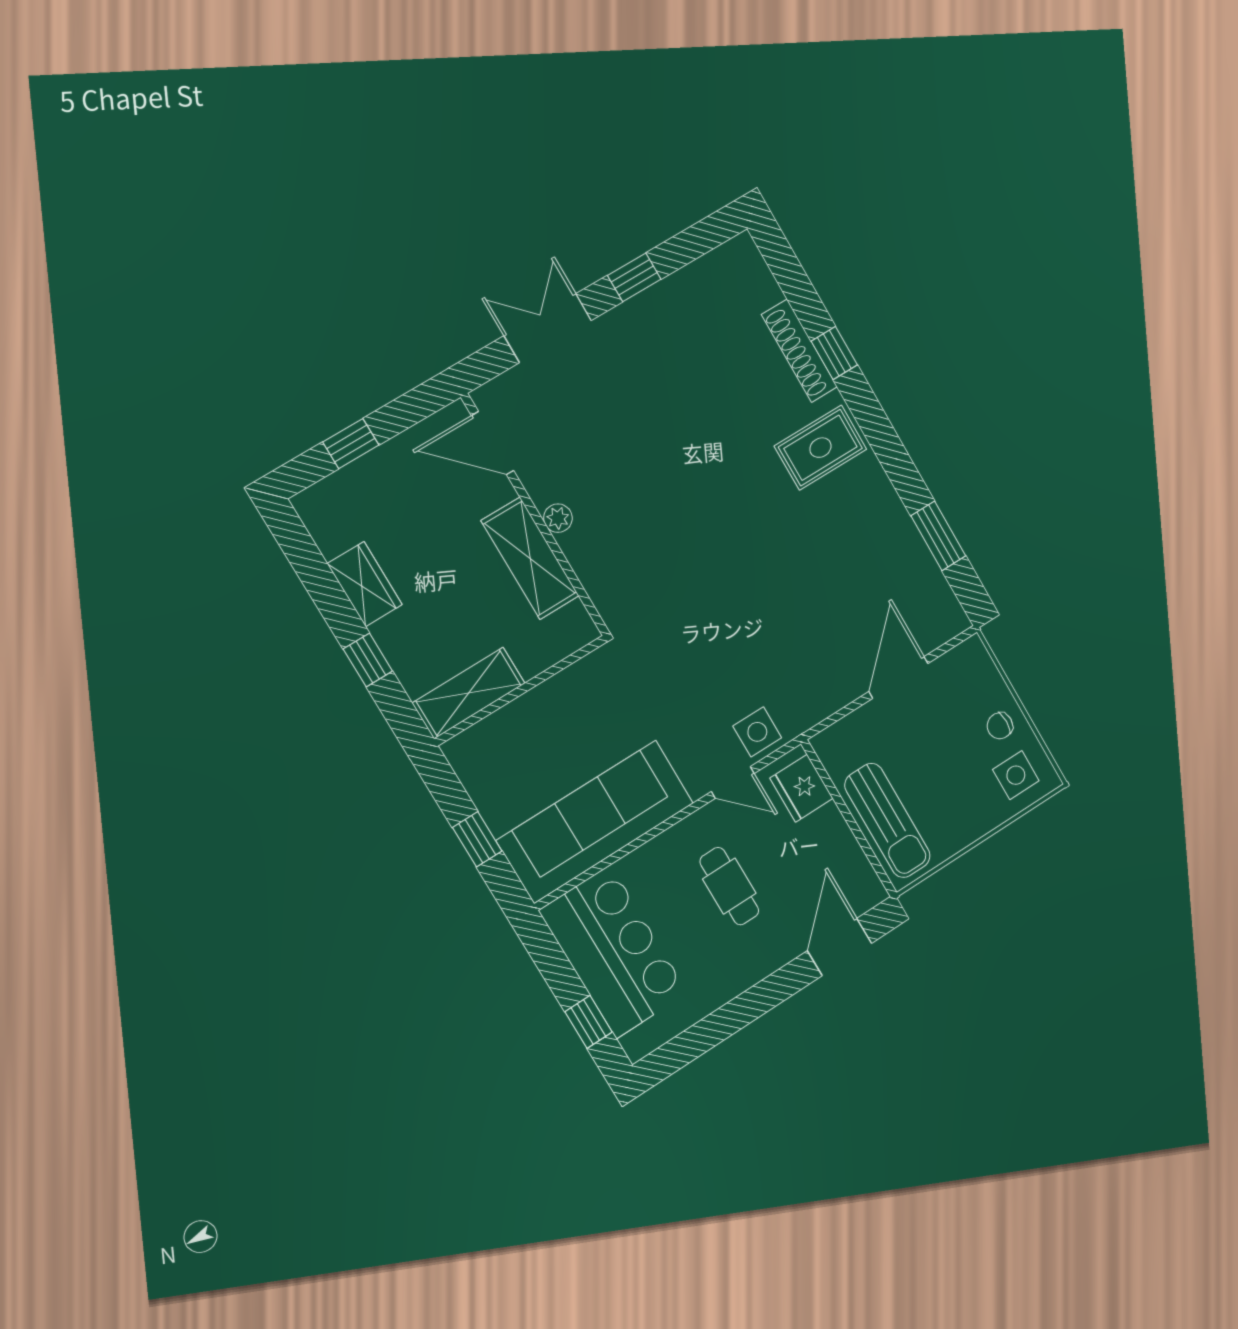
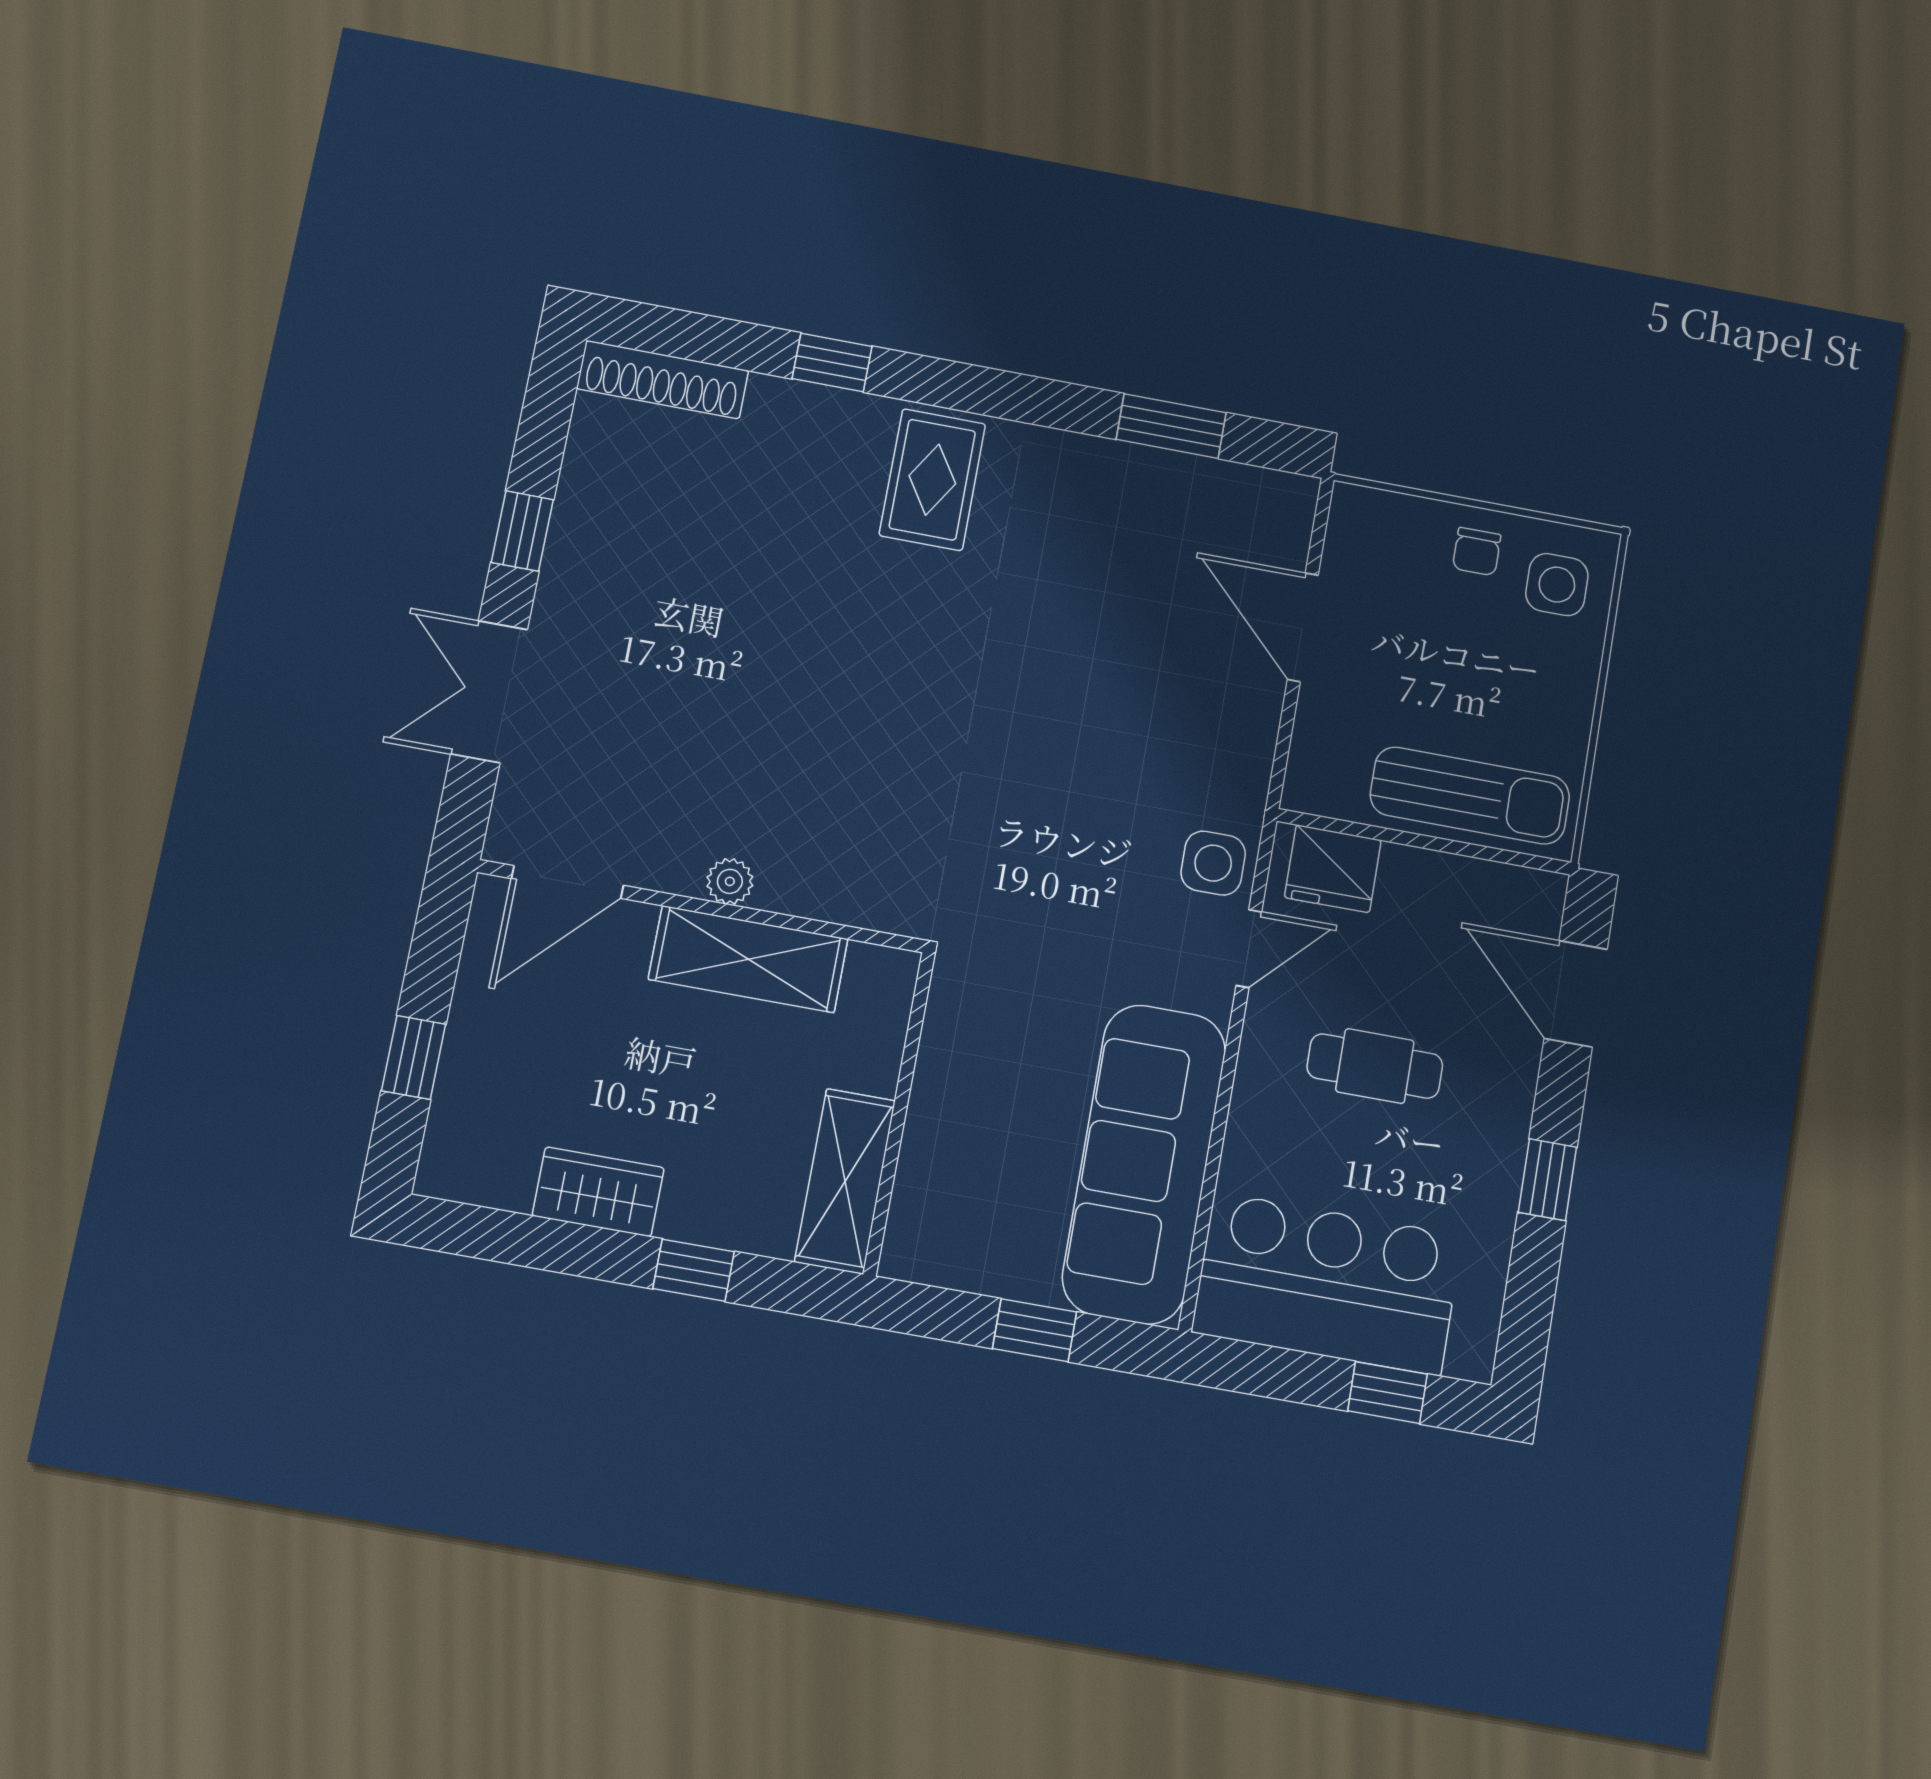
shoe rack: (799, 351) -> (663, 380), moved
window: (746, 1008) -> (1547, 1180), added

